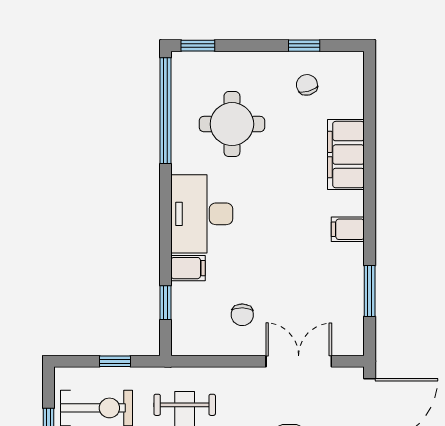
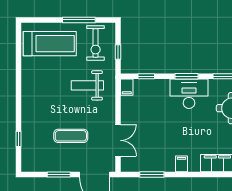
window: (166, 219) -> (186, 76), added
filing cabinet: (188, 268) -> (127, 87), moved
chair: (242, 315) -> (140, 113), removed

